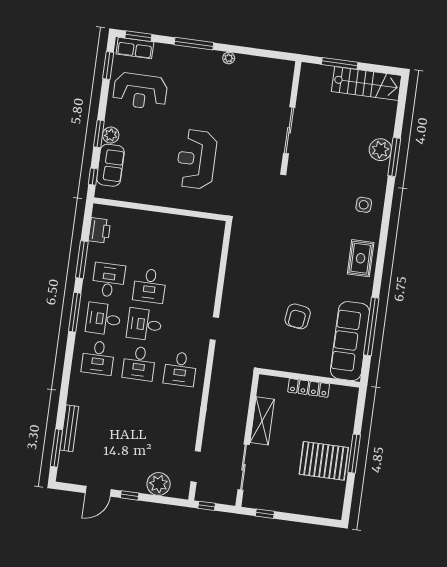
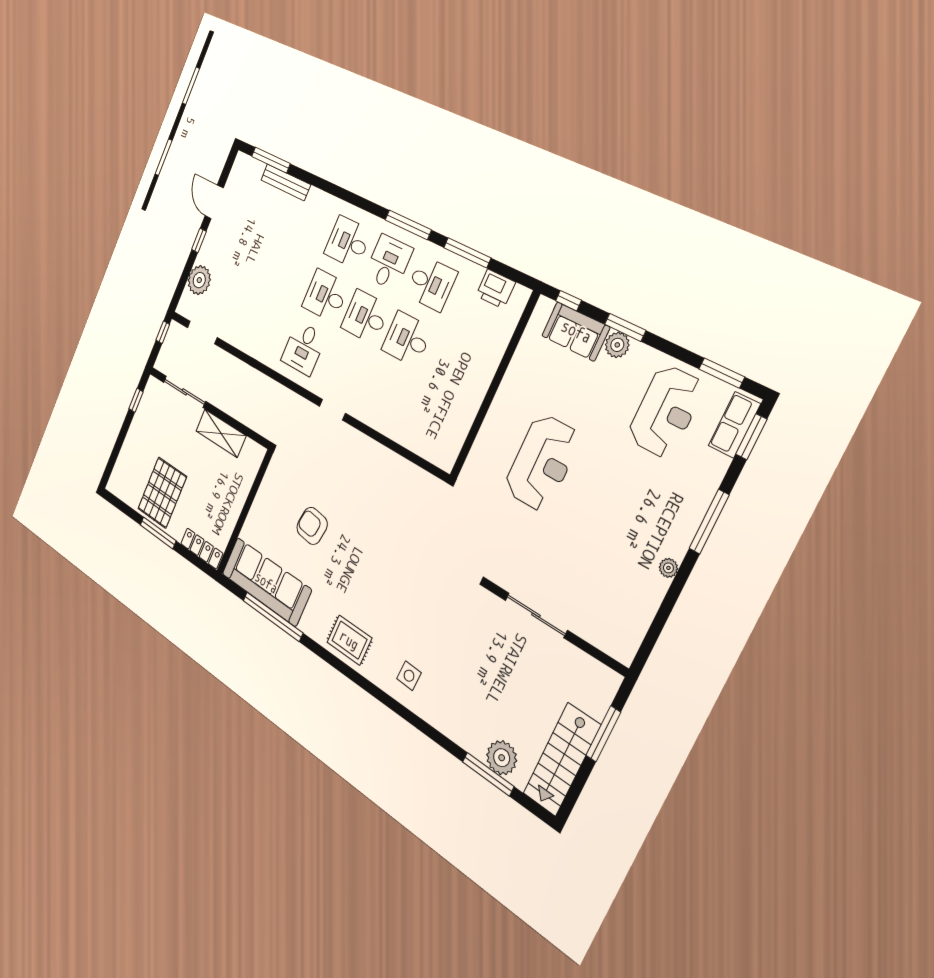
reception desk: (140, 91) -> (666, 411), turned 180
plant: (380, 150) -> (502, 758), moved
window: (394, 157) -> (488, 774), moved
reception desk: (196, 159) -> (542, 463), turned 90
desk: (144, 324) -> (365, 317), turned -90
desk: (180, 369) -> (304, 348), turned -90
locker: (309, 388) -> (202, 548), moved, turned 90

